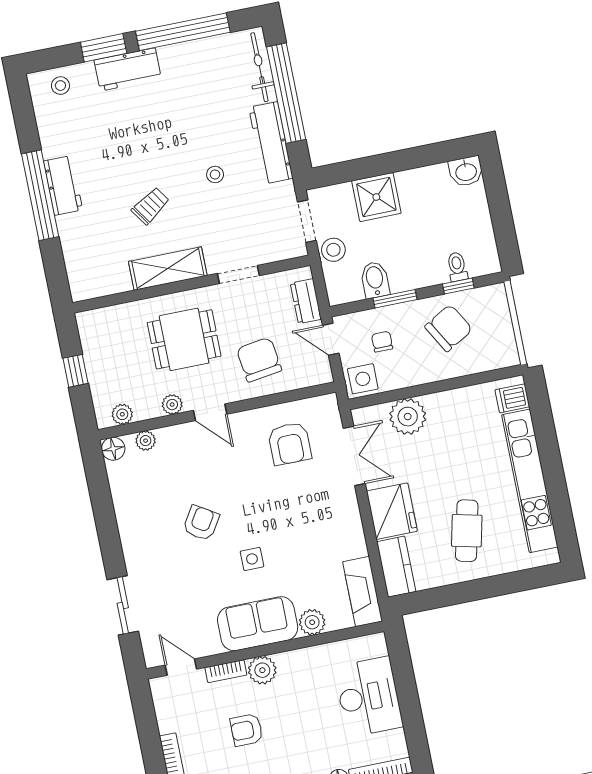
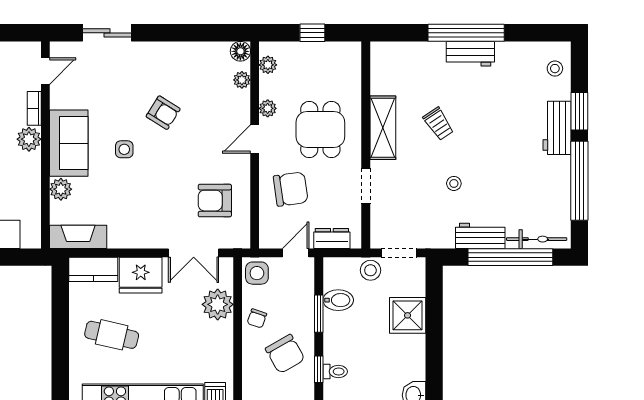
workbench: (271, 143) -> (480, 236), width x0.73
chair: (382, 342) -> (257, 318), moved, turned 109

